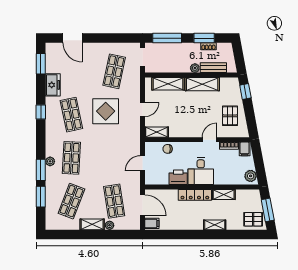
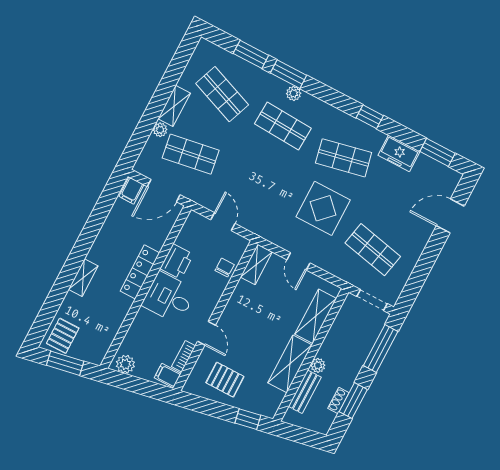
shelving: (224, 194) -> (119, 313), removed

